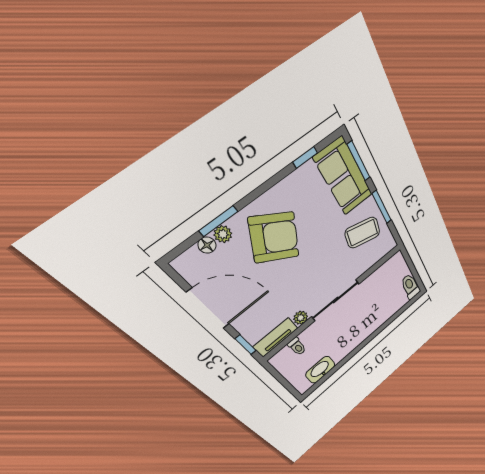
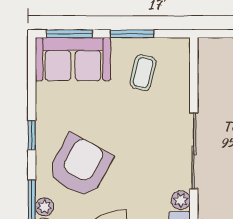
window: (305, 157) -> (32, 135), moved
coffee table: (363, 233) -> (143, 73), width x0.73, depth x0.77

